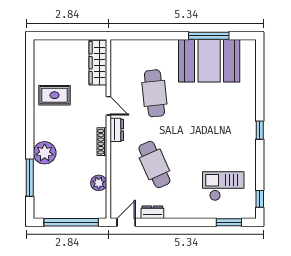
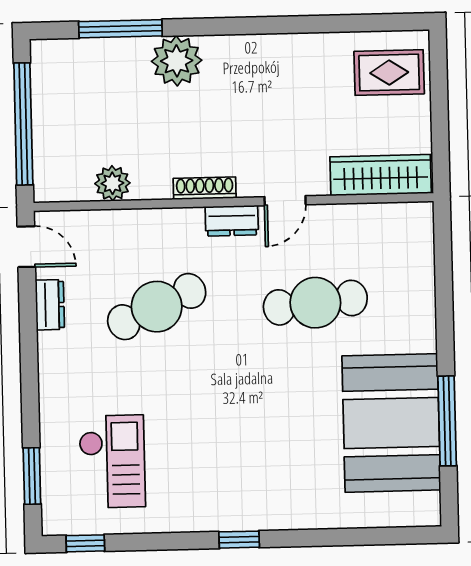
rug: (54, 95) -> (389, 73), moved, turned 90

